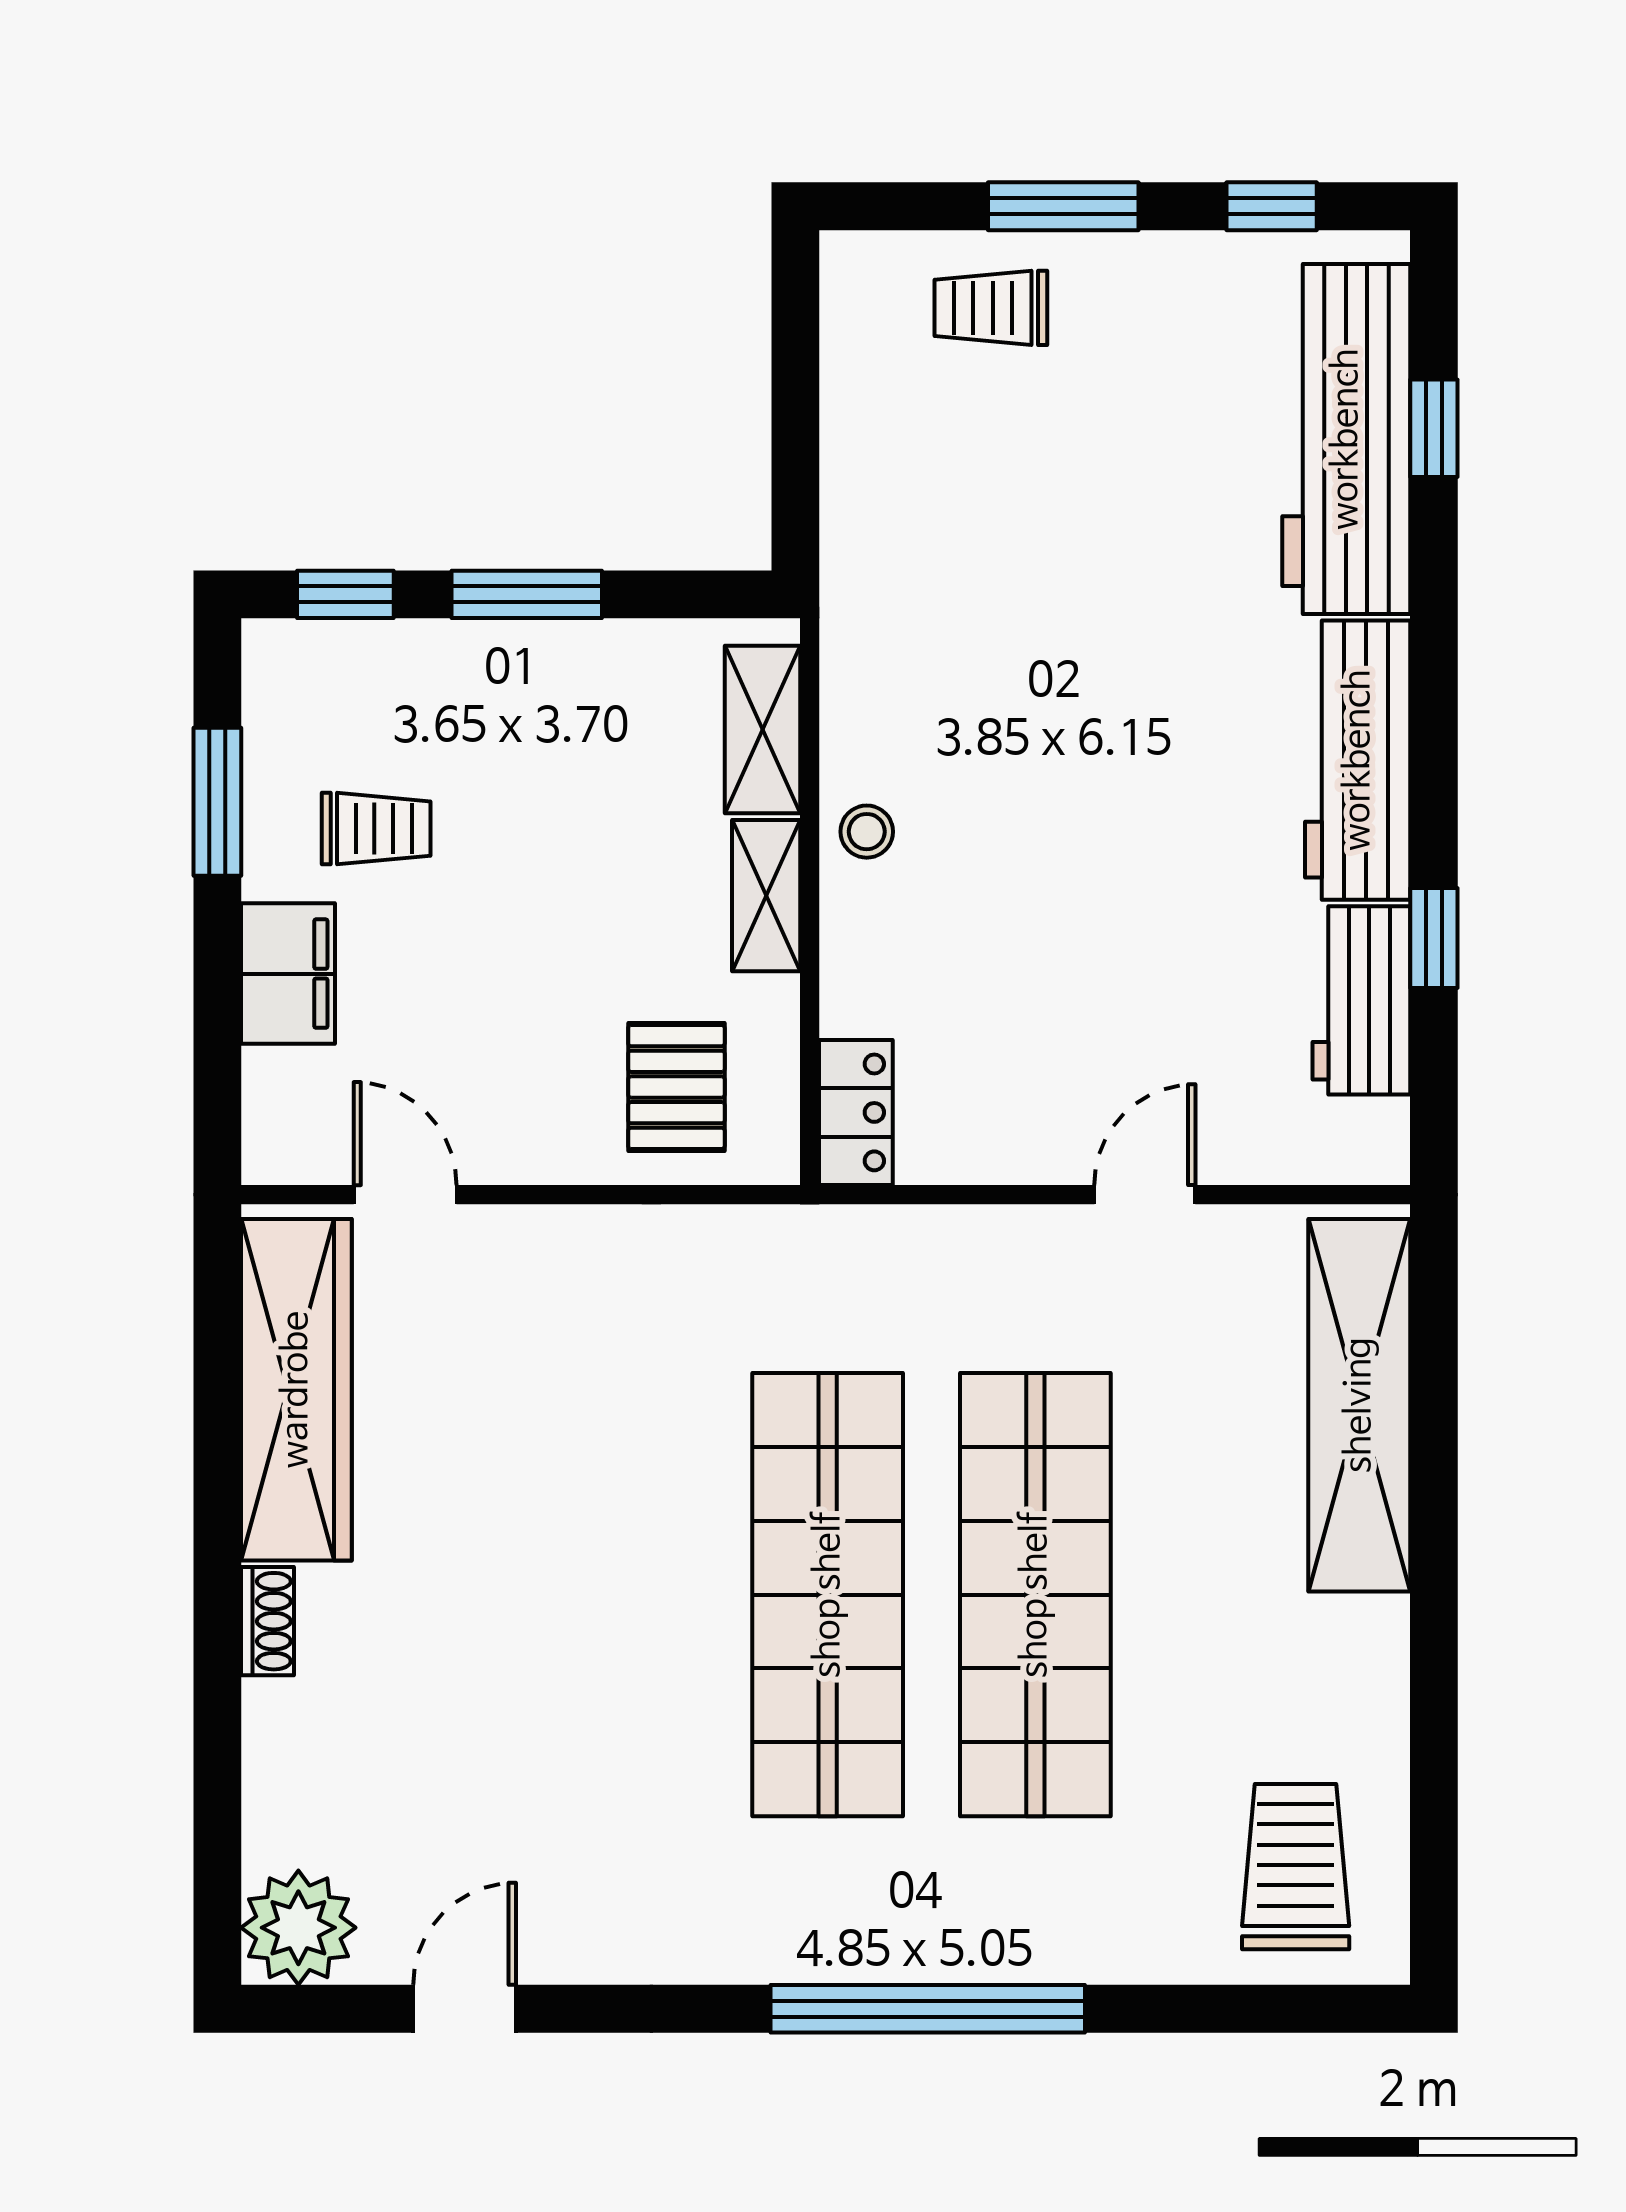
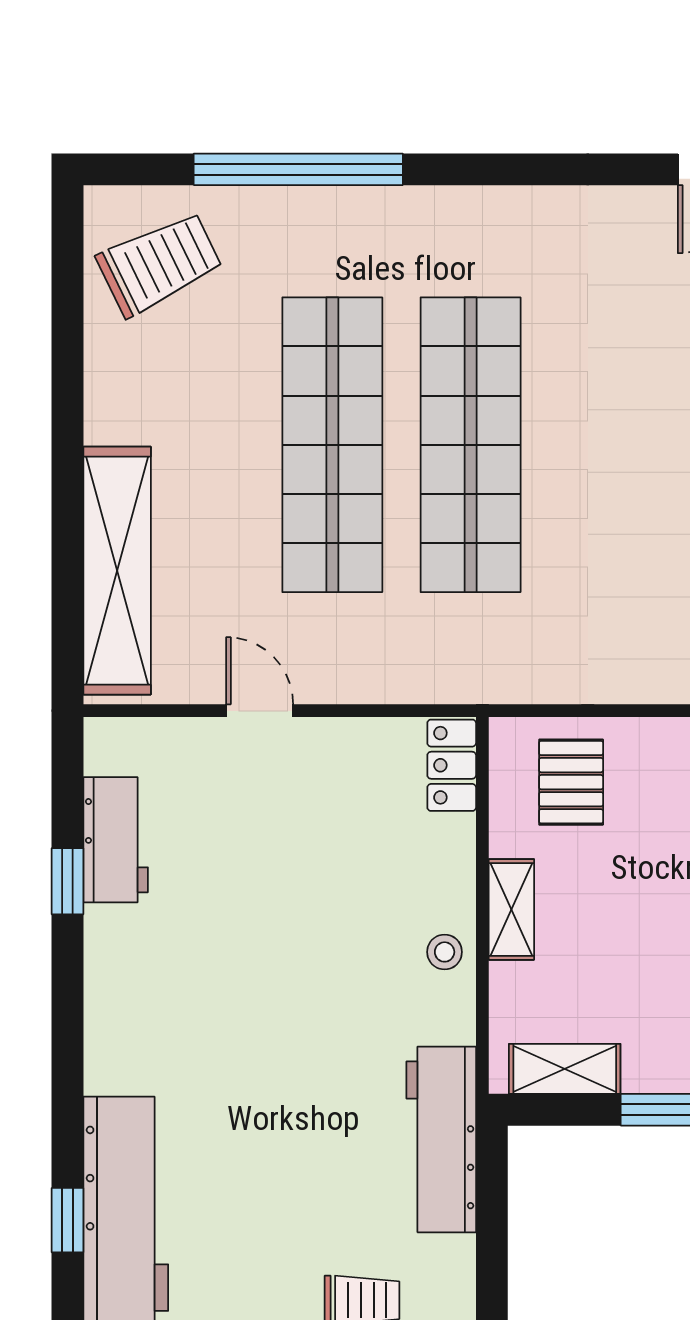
shelving: (763, 730) -> (565, 1069), moved, turned 90
workbench: (1358, 760) -> (441, 1139), moved, turned 180
door: (1145, 1195) -> (260, 711), swing flipped
trolley: (1296, 1867) -> (159, 264), turned -116
window: (928, 2009) -> (298, 169), moved

